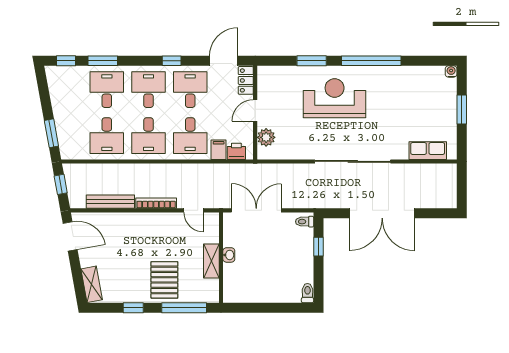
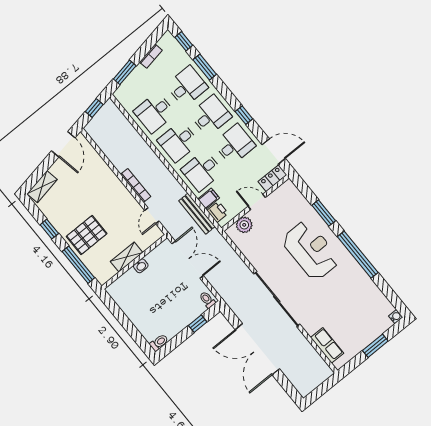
bookcase: (56, 99) -> (151, 56), added
bench: (110, 202) -> (197, 214), moved

